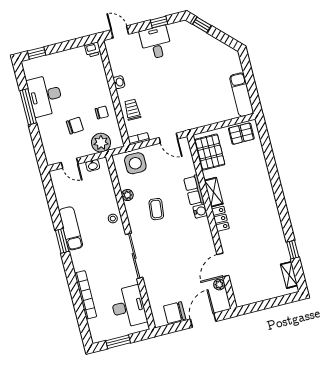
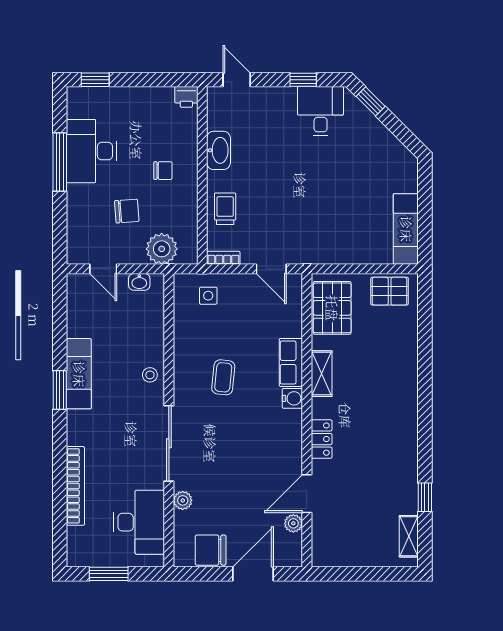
desk: (156, 43) -> (321, 111), moved
washbasin: (119, 82) -> (218, 150), width x1.91, depth x1.45
chair: (102, 113) -> (163, 171), moved
side table: (135, 163) -> (208, 296), width x0.54, depth x0.54
plant: (127, 195) -> (183, 500), moved
locker: (220, 219) -> (322, 439), moved

